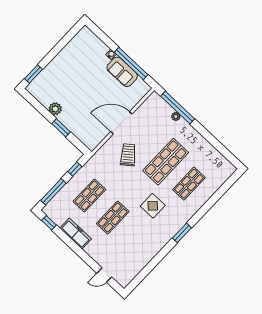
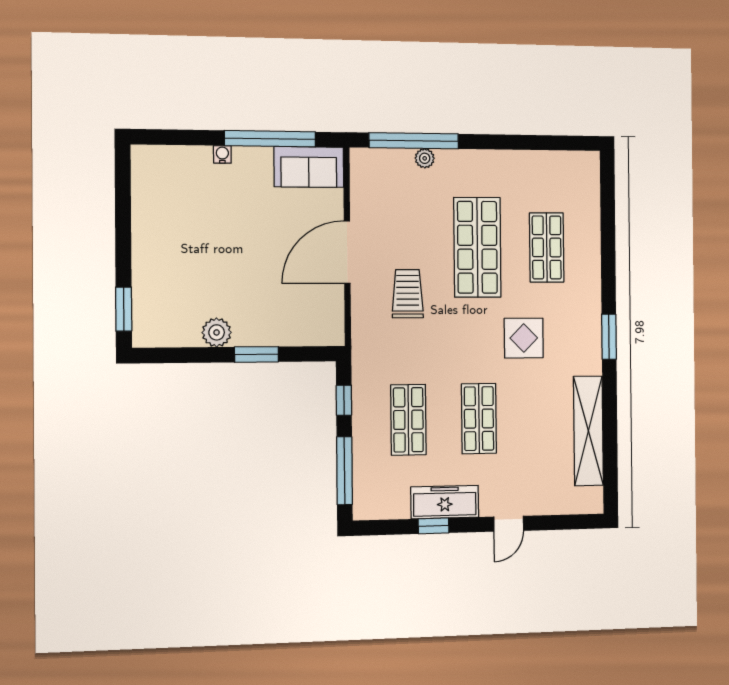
sofa: (122, 72) -> (309, 167), moved
trolley: (128, 155) -> (408, 294), turned 38
window: (49, 223) -> (434, 526), moved
shelving: (145, 257) -> (588, 431), added
door: (104, 275) -> (509, 524), moved

